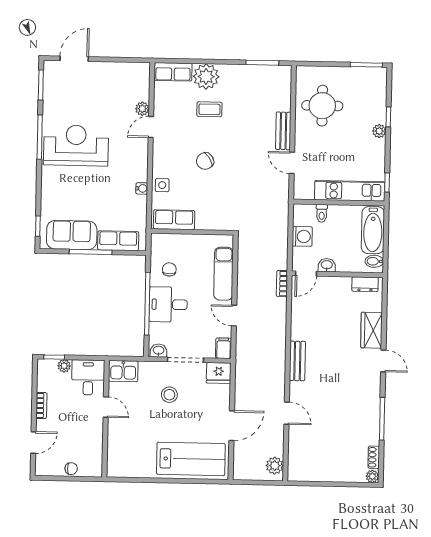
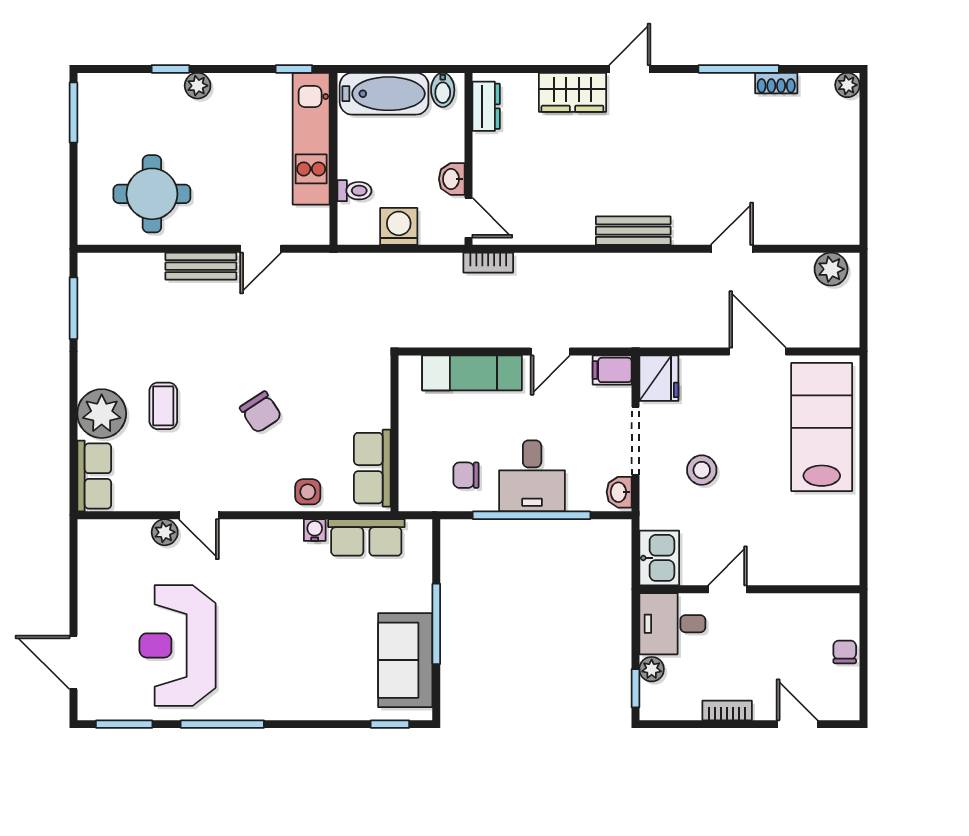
reception desk: (76, 145) -> (178, 645), moved
row of seats: (118, 241) -> (366, 537), moved, turned -90
shoe rack: (374, 457) -> (776, 83), moved

